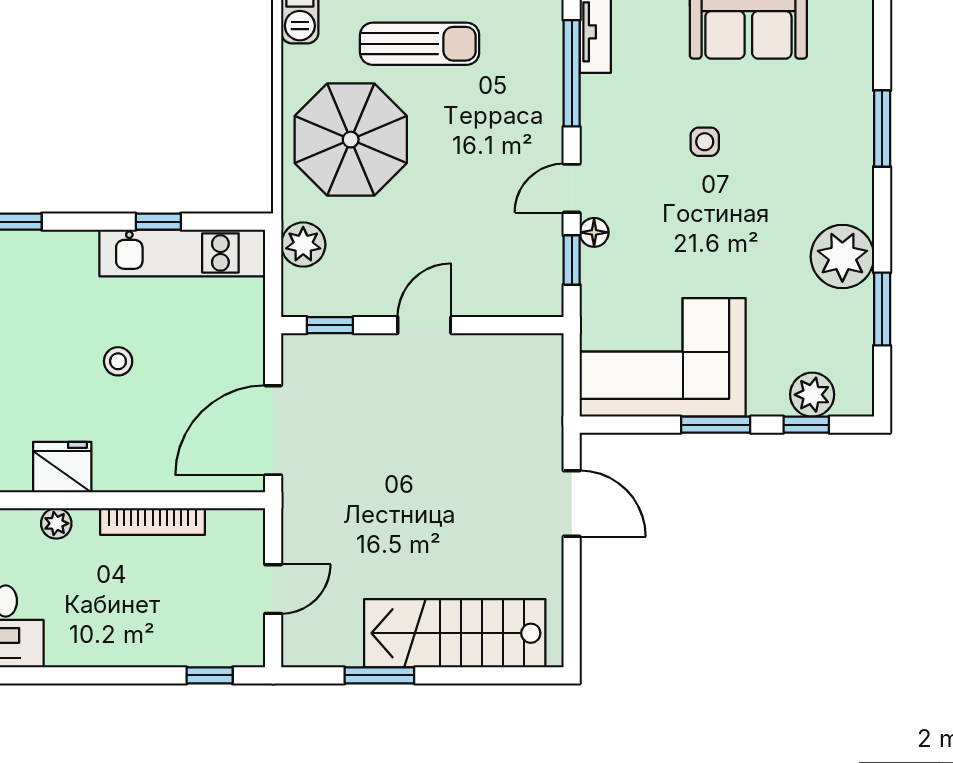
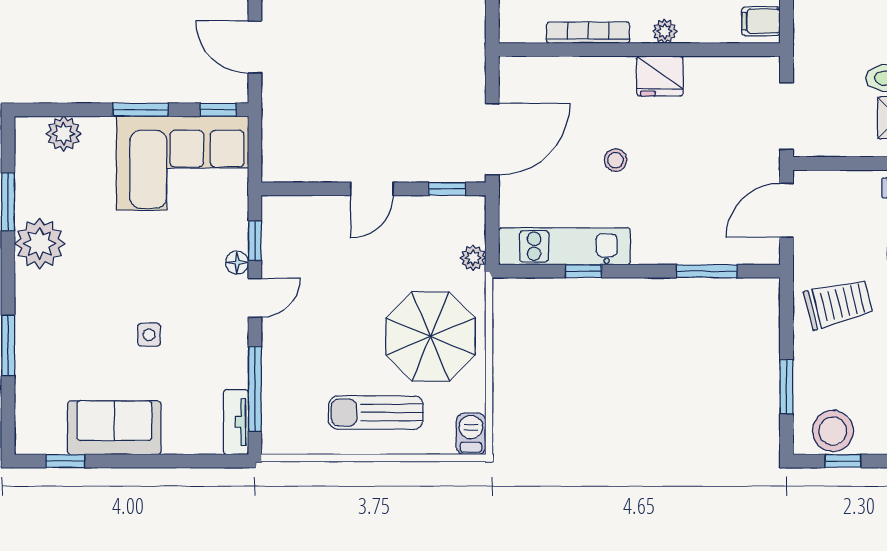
plant: (303, 245) -> (473, 258), width x0.73, depth x0.73
window: (806, 425) -> (218, 110), moved
door: (273, 430) -> (492, 139), moved

